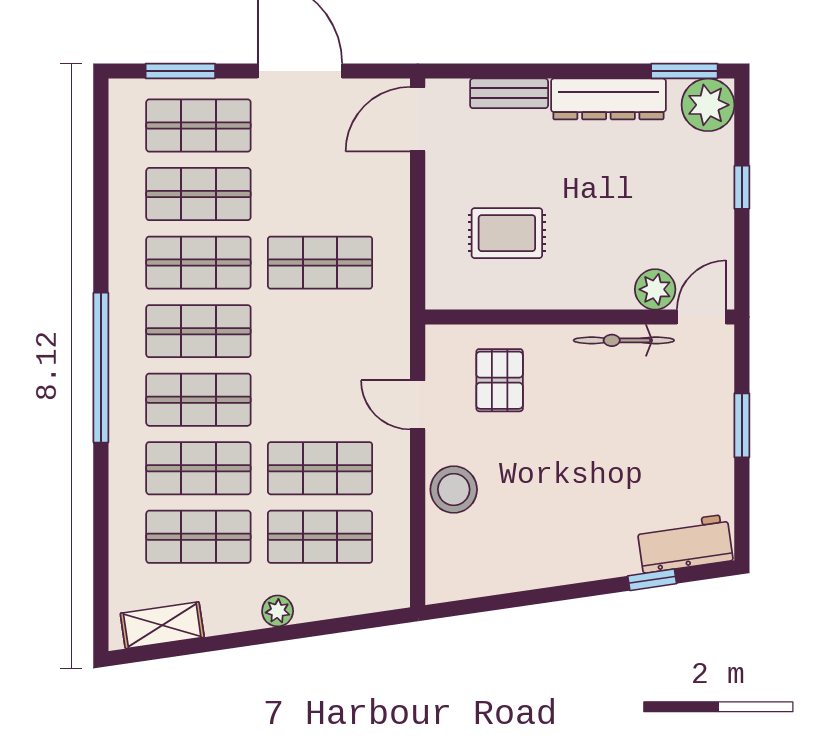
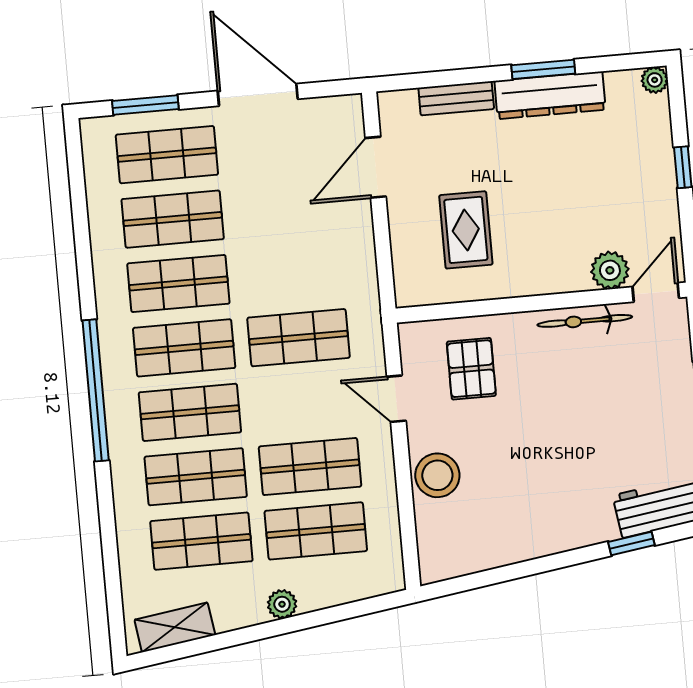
window: (684, 71) -> (543, 69), moved
plant: (708, 105) -> (655, 80), width x0.53, depth x0.53
door: (418, 119) -> (376, 167), moved
rug: (507, 233) -> (466, 230), turned 90
shop shelf: (320, 263) -> (299, 338), moved

